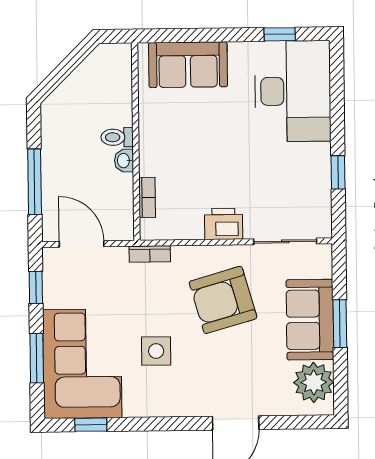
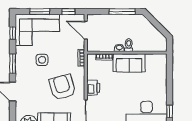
sofa: (188, 65) -> (129, 63), moved, turned -90
window: (35, 182) -> (122, 12), moved
door: (82, 244) -> (86, 30), swing flipped
window: (167, 424) -> (13, 64), added

